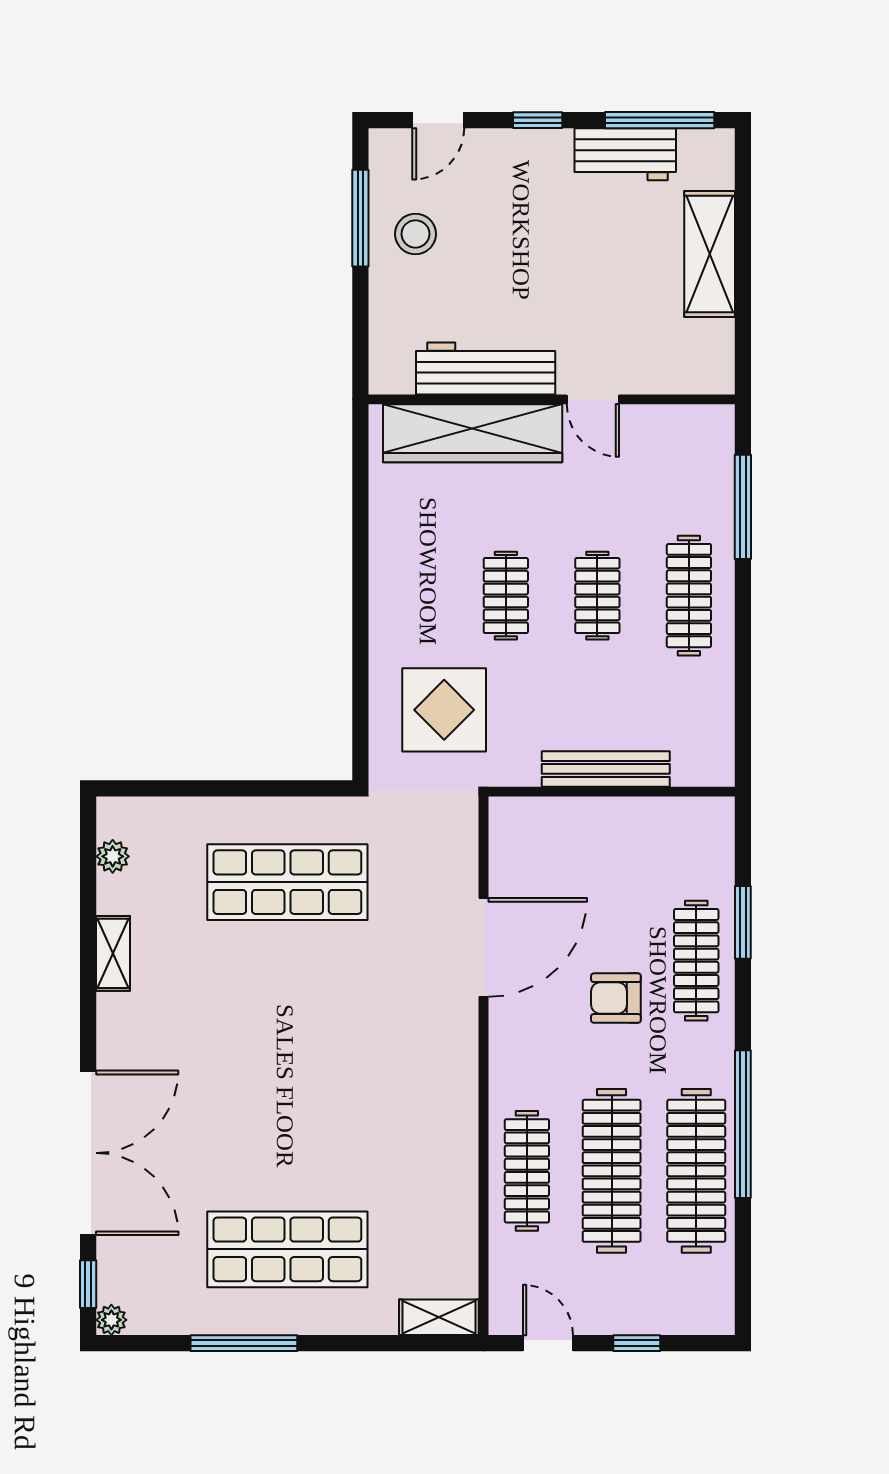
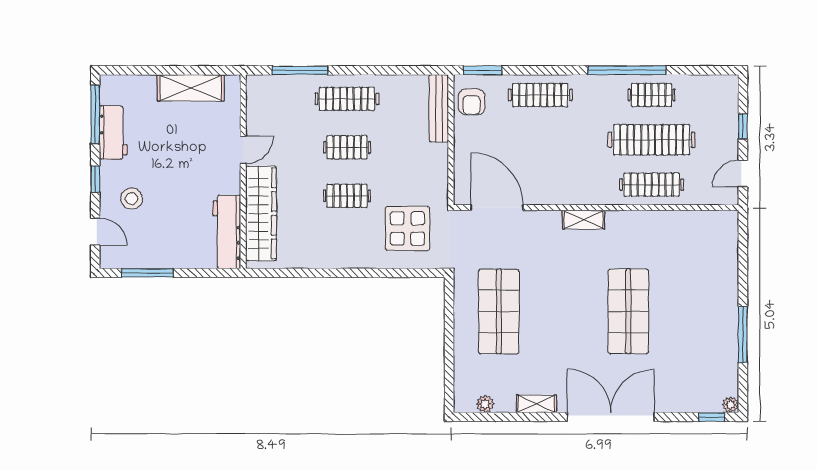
stool: (415, 234) -> (132, 199), moved
shelving: (710, 254) -> (191, 88), moved
workbench: (486, 369) -> (227, 232), moved
bench: (606, 769) -> (439, 108), moved
window: (743, 922) -> (483, 70), moved
door: (484, 947) -> (497, 208), moved
armchair: (616, 998) -> (472, 102), moved
double door: (88, 1153) -> (611, 417), moved
clothes rail: (696, 1171) -> (652, 95), width x0.54, depth x0.76
shop shelf: (287, 1249) -> (628, 311), moved
shelving: (439, 1317) -> (584, 220), moved, turned 90

